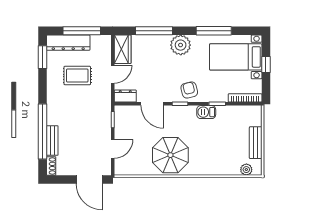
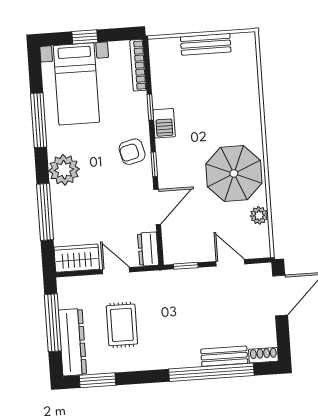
plant: (246, 170) -> (259, 215), moved

